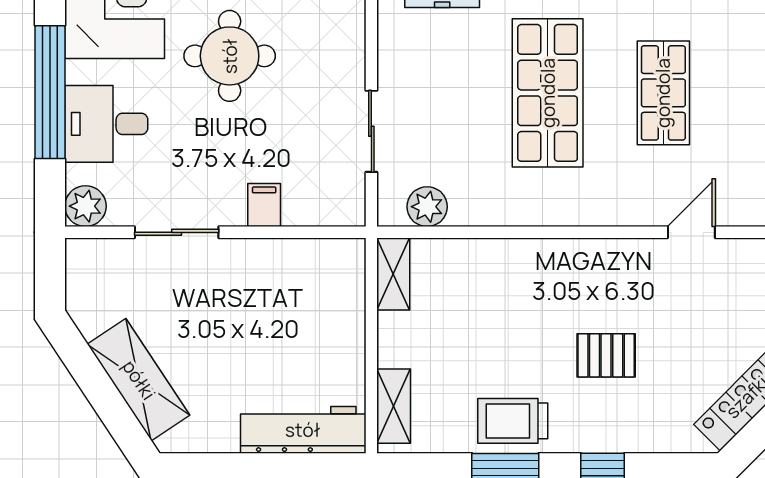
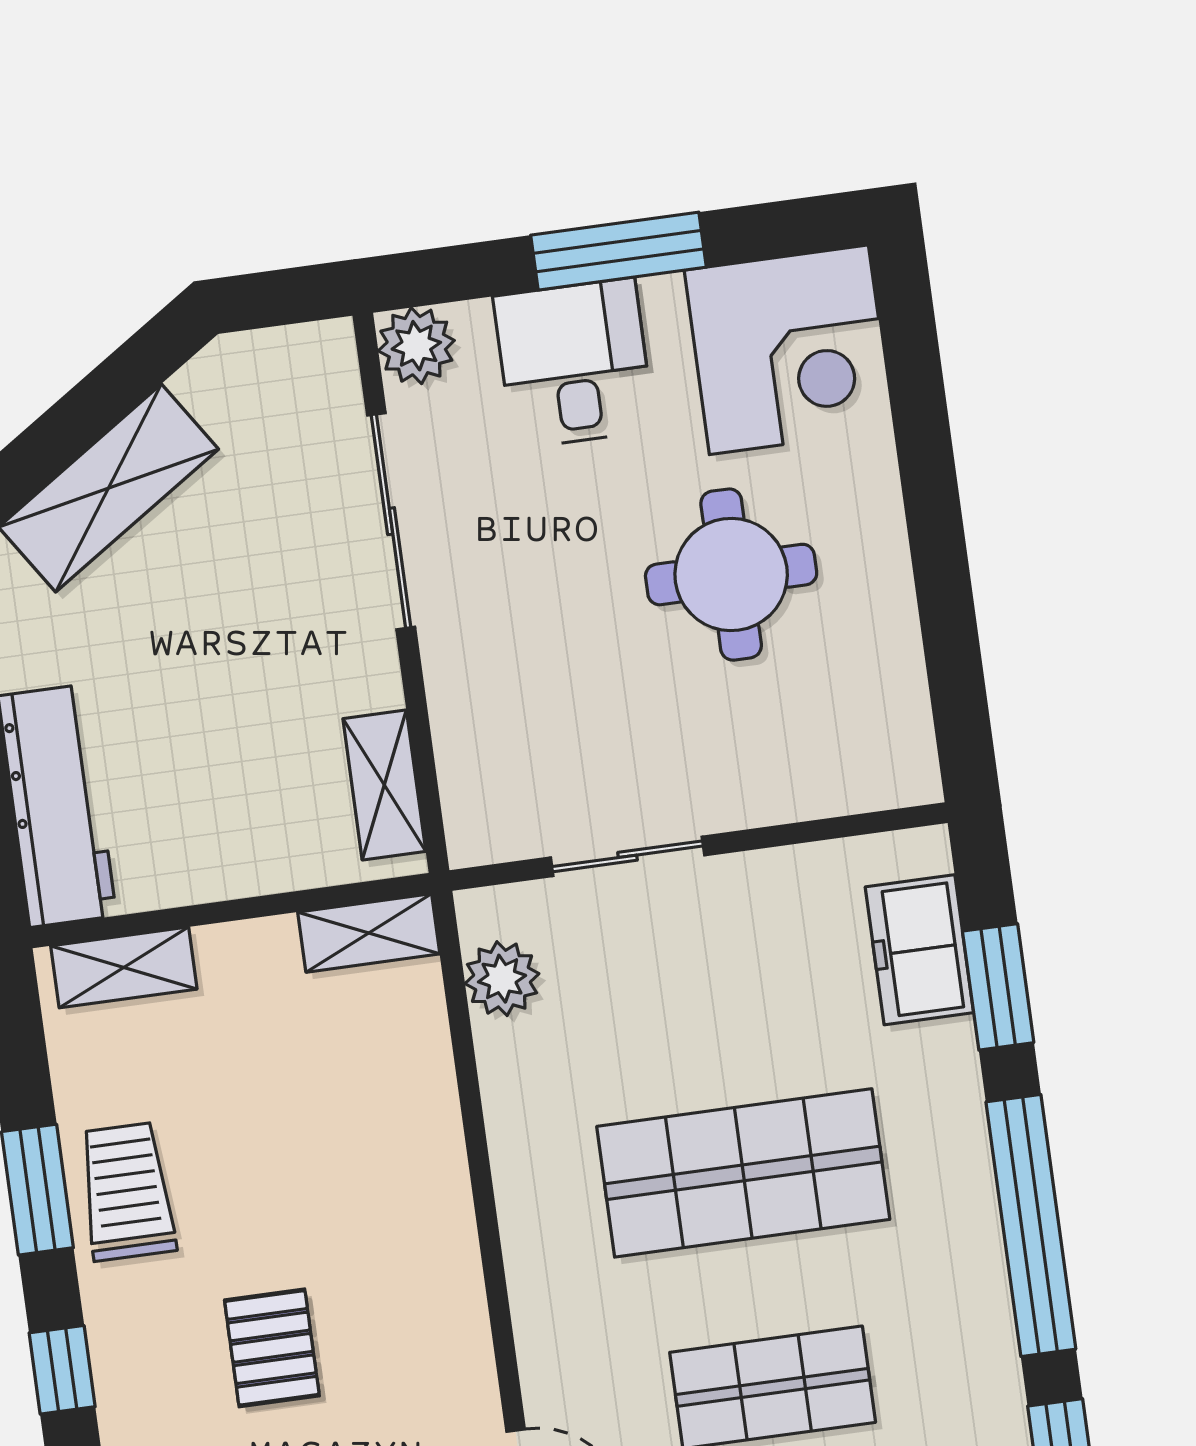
window: (50, 92) -> (618, 251), width x0.68
filing cabinet: (264, 205) -> (464, 676), removed
sliding door: (177, 232) -> (391, 521), width x1.37
shelving: (316, 255) -> (384, 785), added

